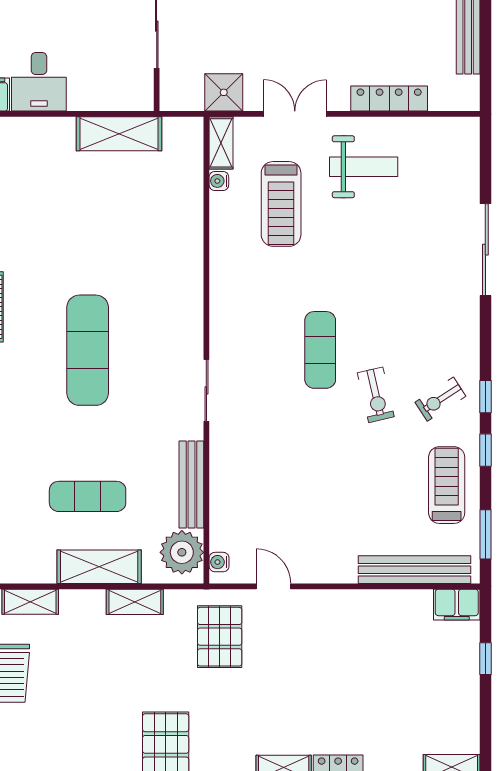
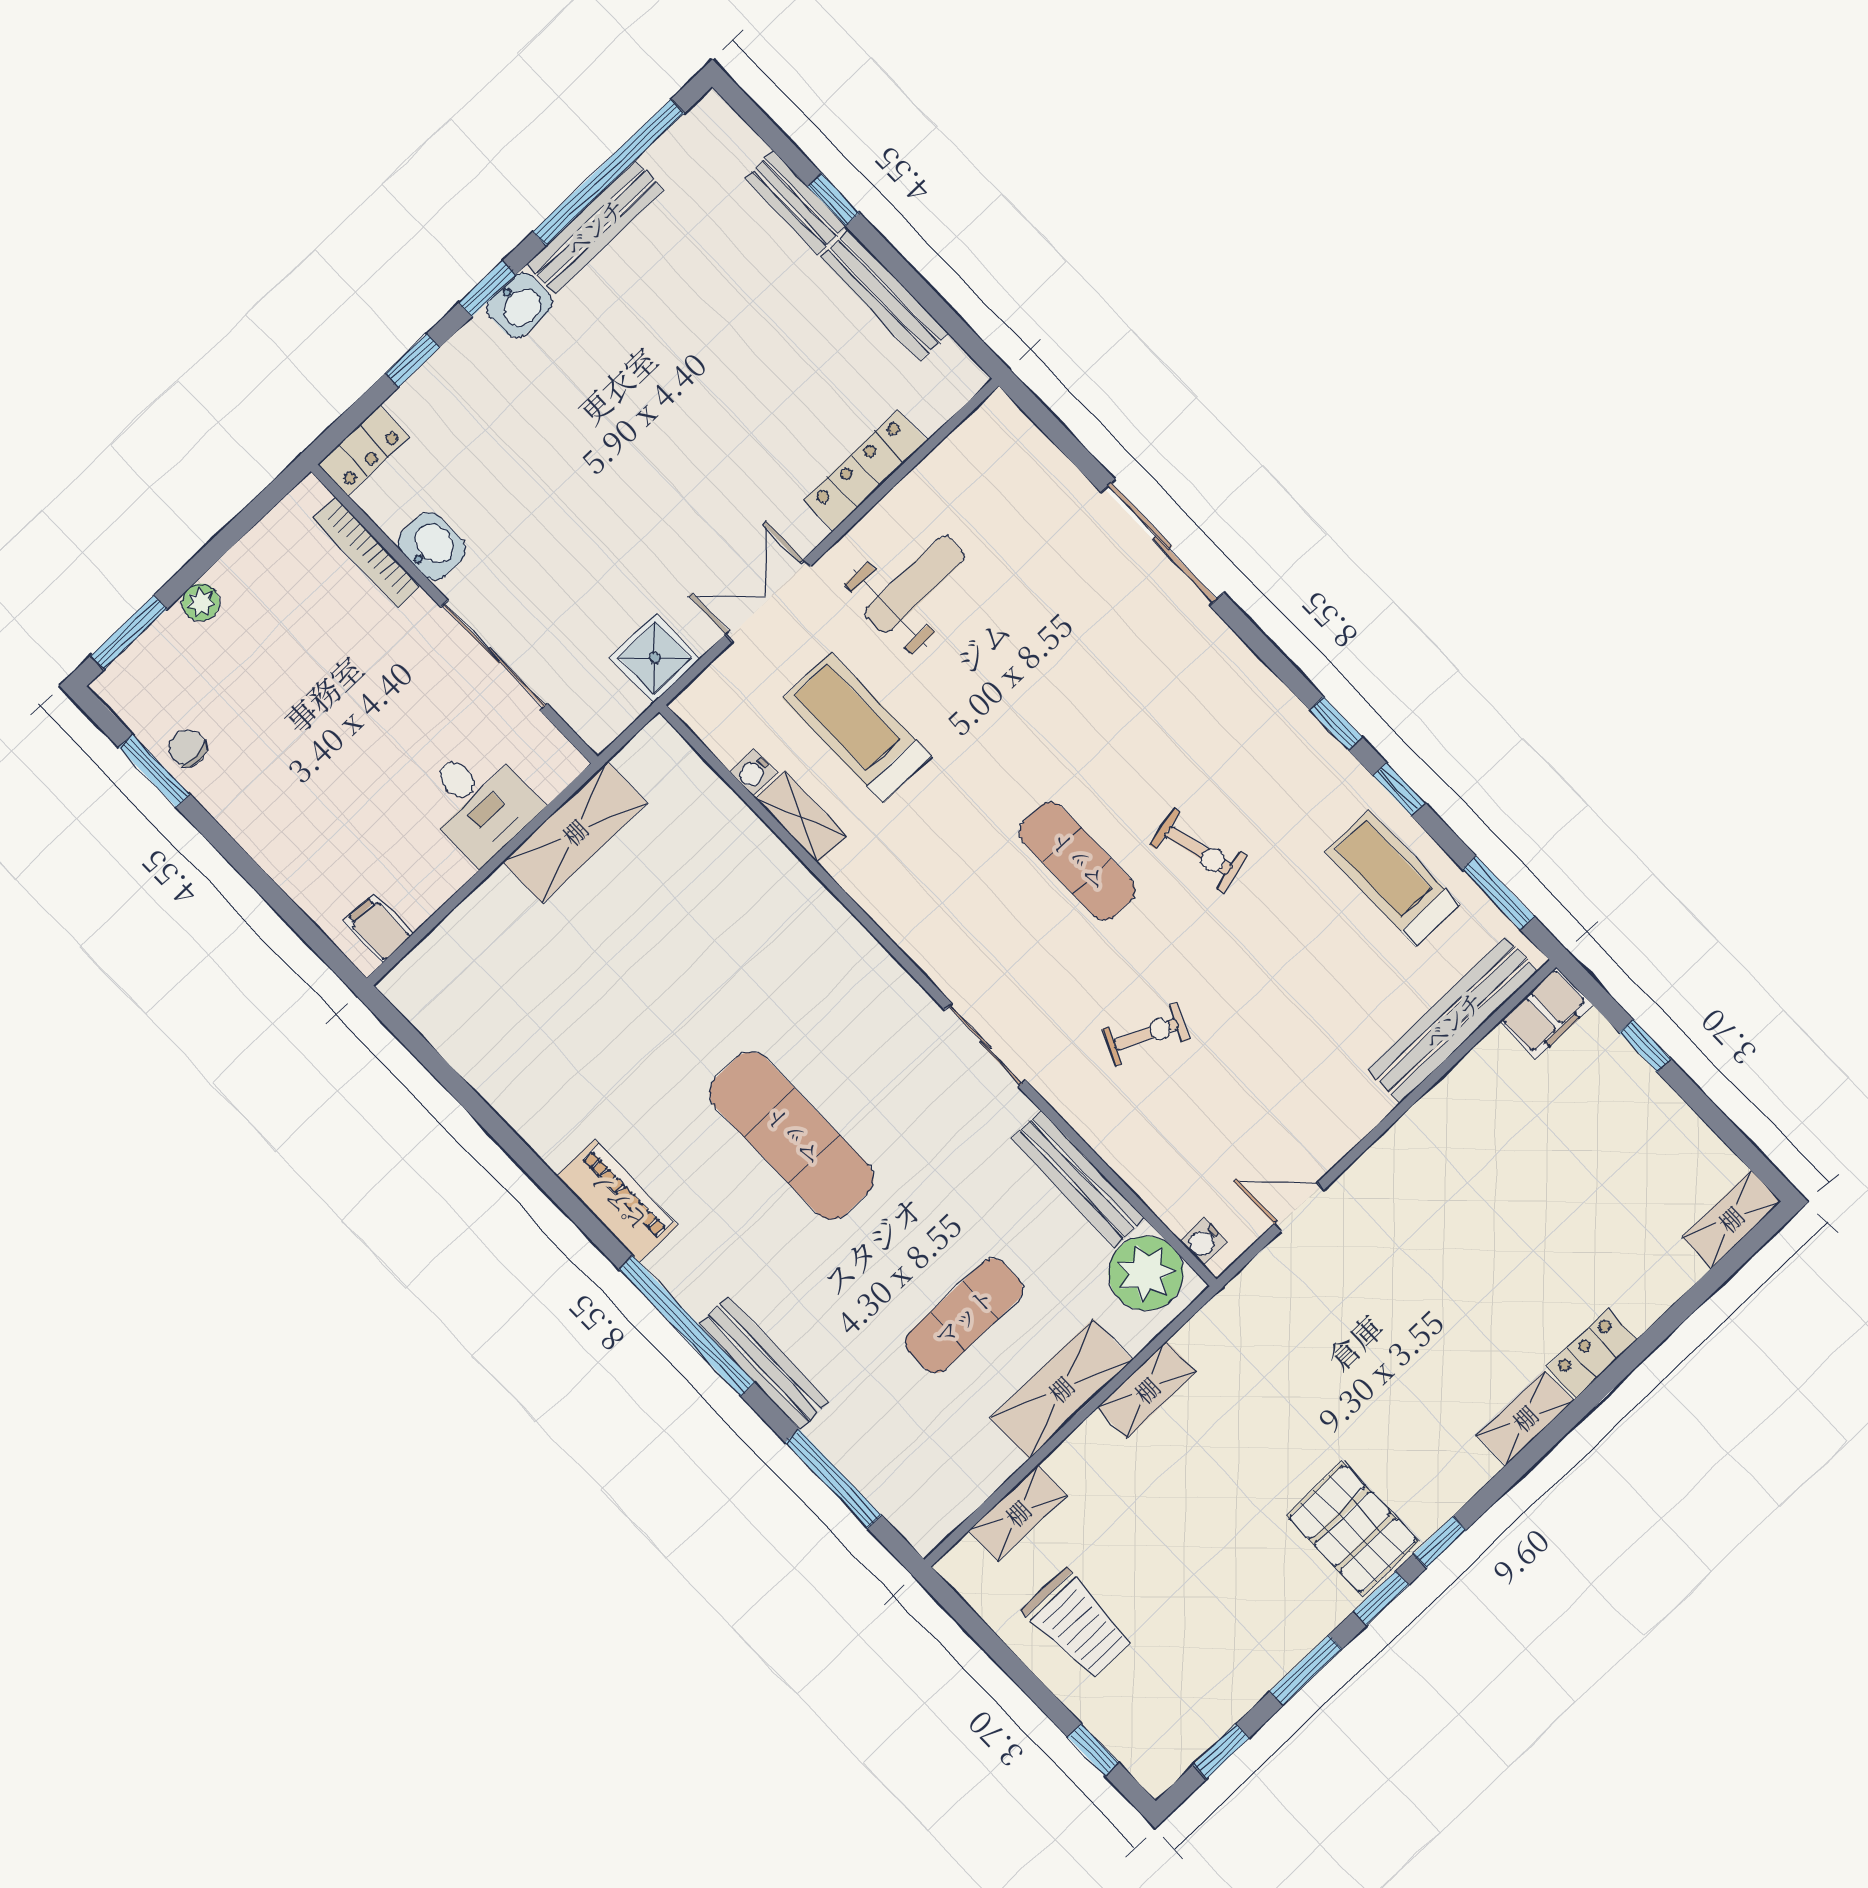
desk: (39, 82) -> (479, 802), moved
shelving: (221, 143) -> (801, 817), moved
treadmill: (281, 204) -> (857, 728), turned 180
exercise bike: (440, 399) -> (1146, 1034), moved, turned -123
pallet: (220, 637) -> (1292, 1332), removed

